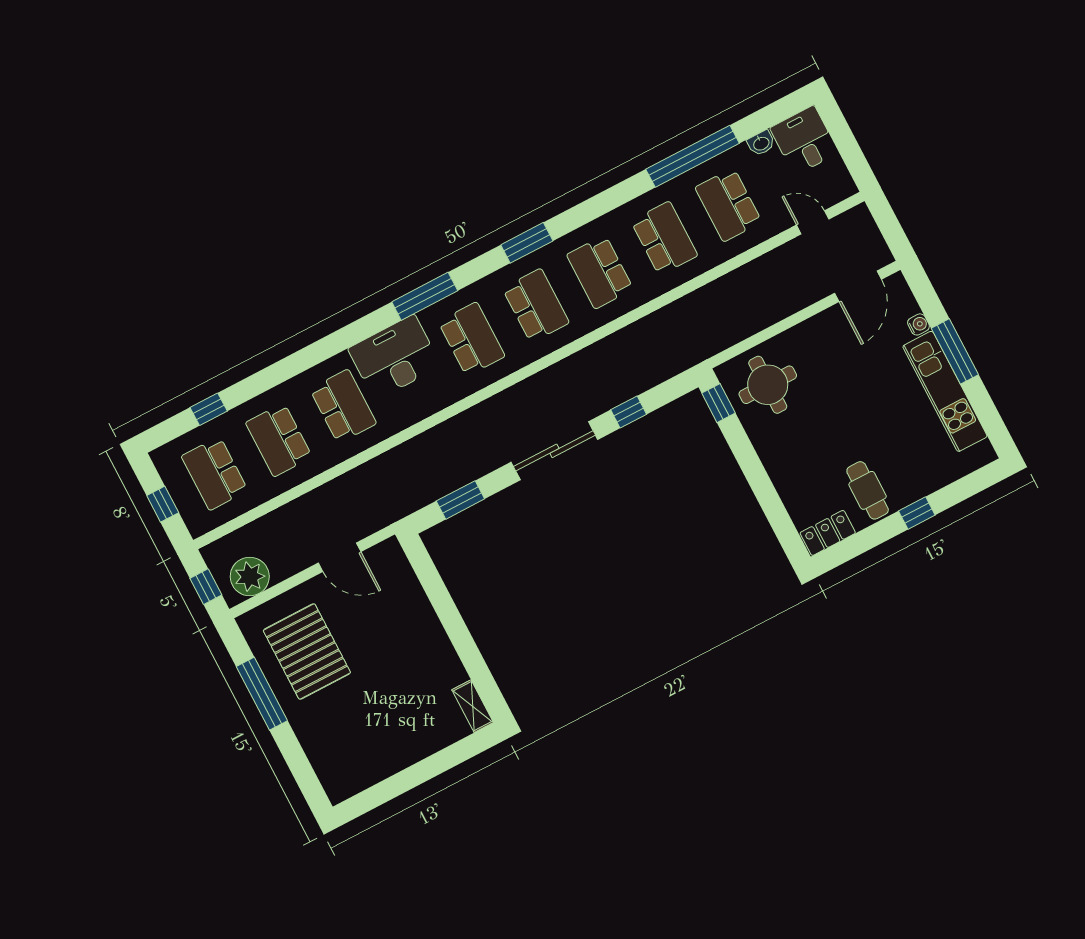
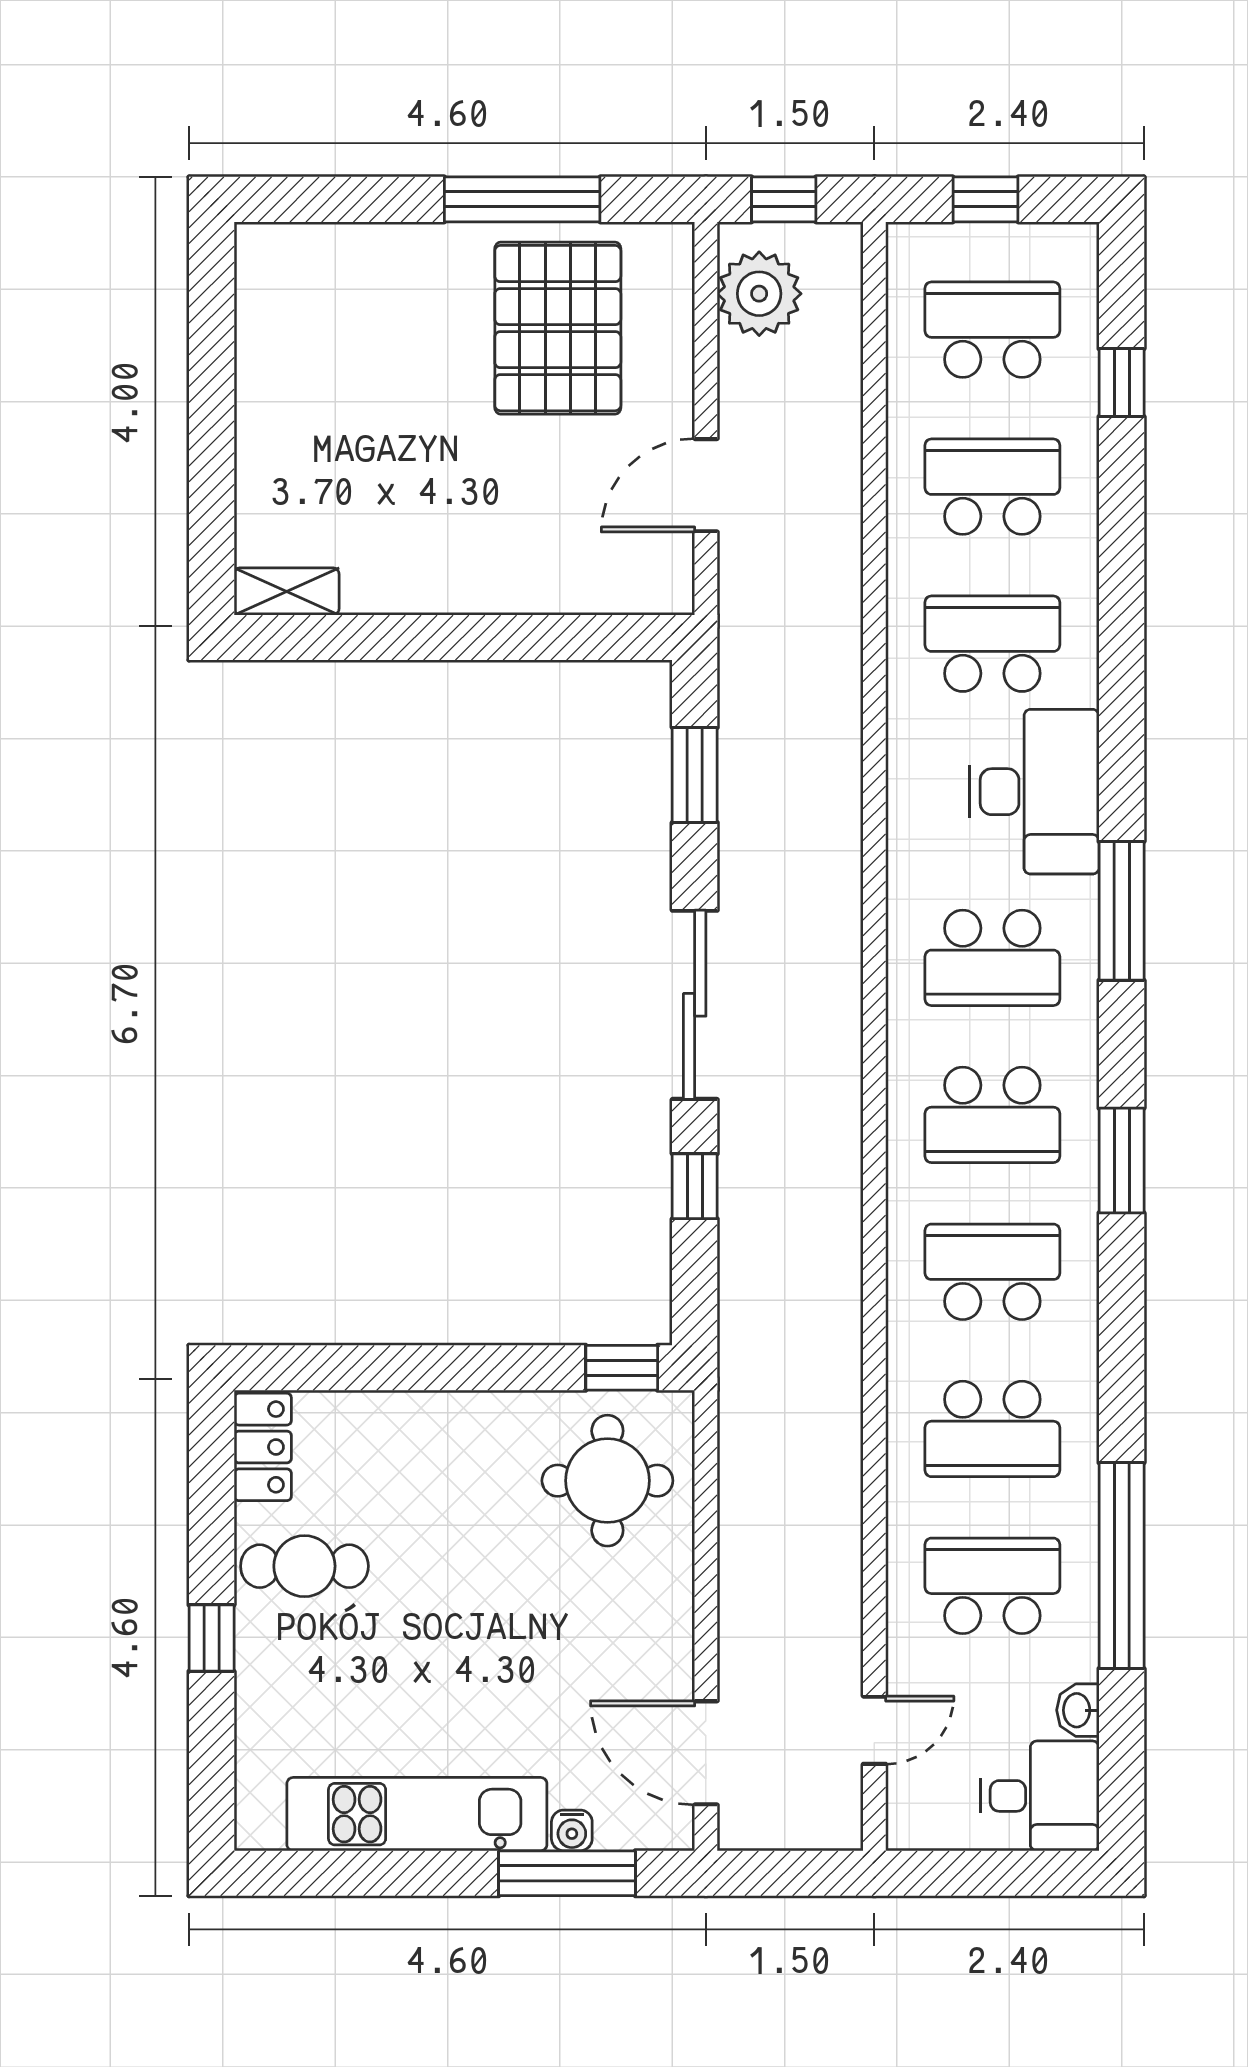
window: (955, 351) -> (567, 1873), moved
school desk: (343, 406) -> (992, 644), turned 180
pallet: (307, 652) -> (558, 328), turned 90

